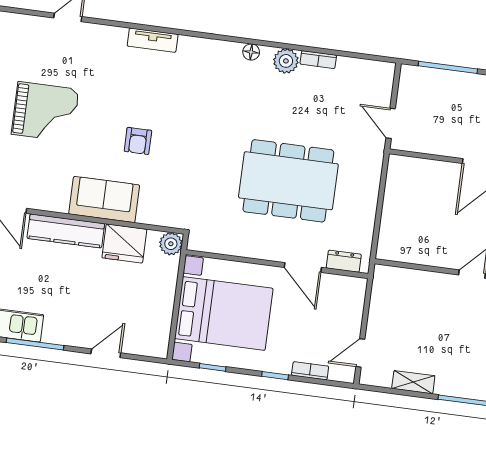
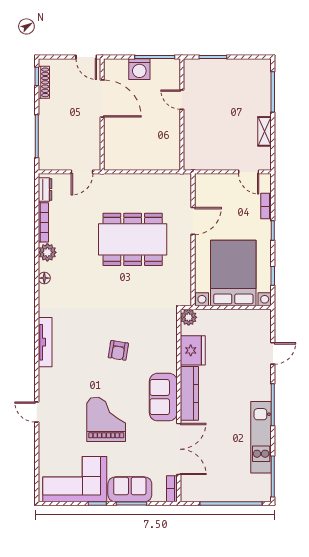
tv unit: (153, 40) -> (45, 342), width x1.41
bookcase: (318, 60) -> (43, 222), width x1.56
armchair: (138, 141) -> (118, 350), turned 99
dining table: (288, 181) -> (133, 239), turned 90
sofa: (104, 200) -> (163, 397), moved
dresser: (344, 261) -> (45, 190), moved, turned 180
door: (106, 353) -> (273, 353), swing flipped

